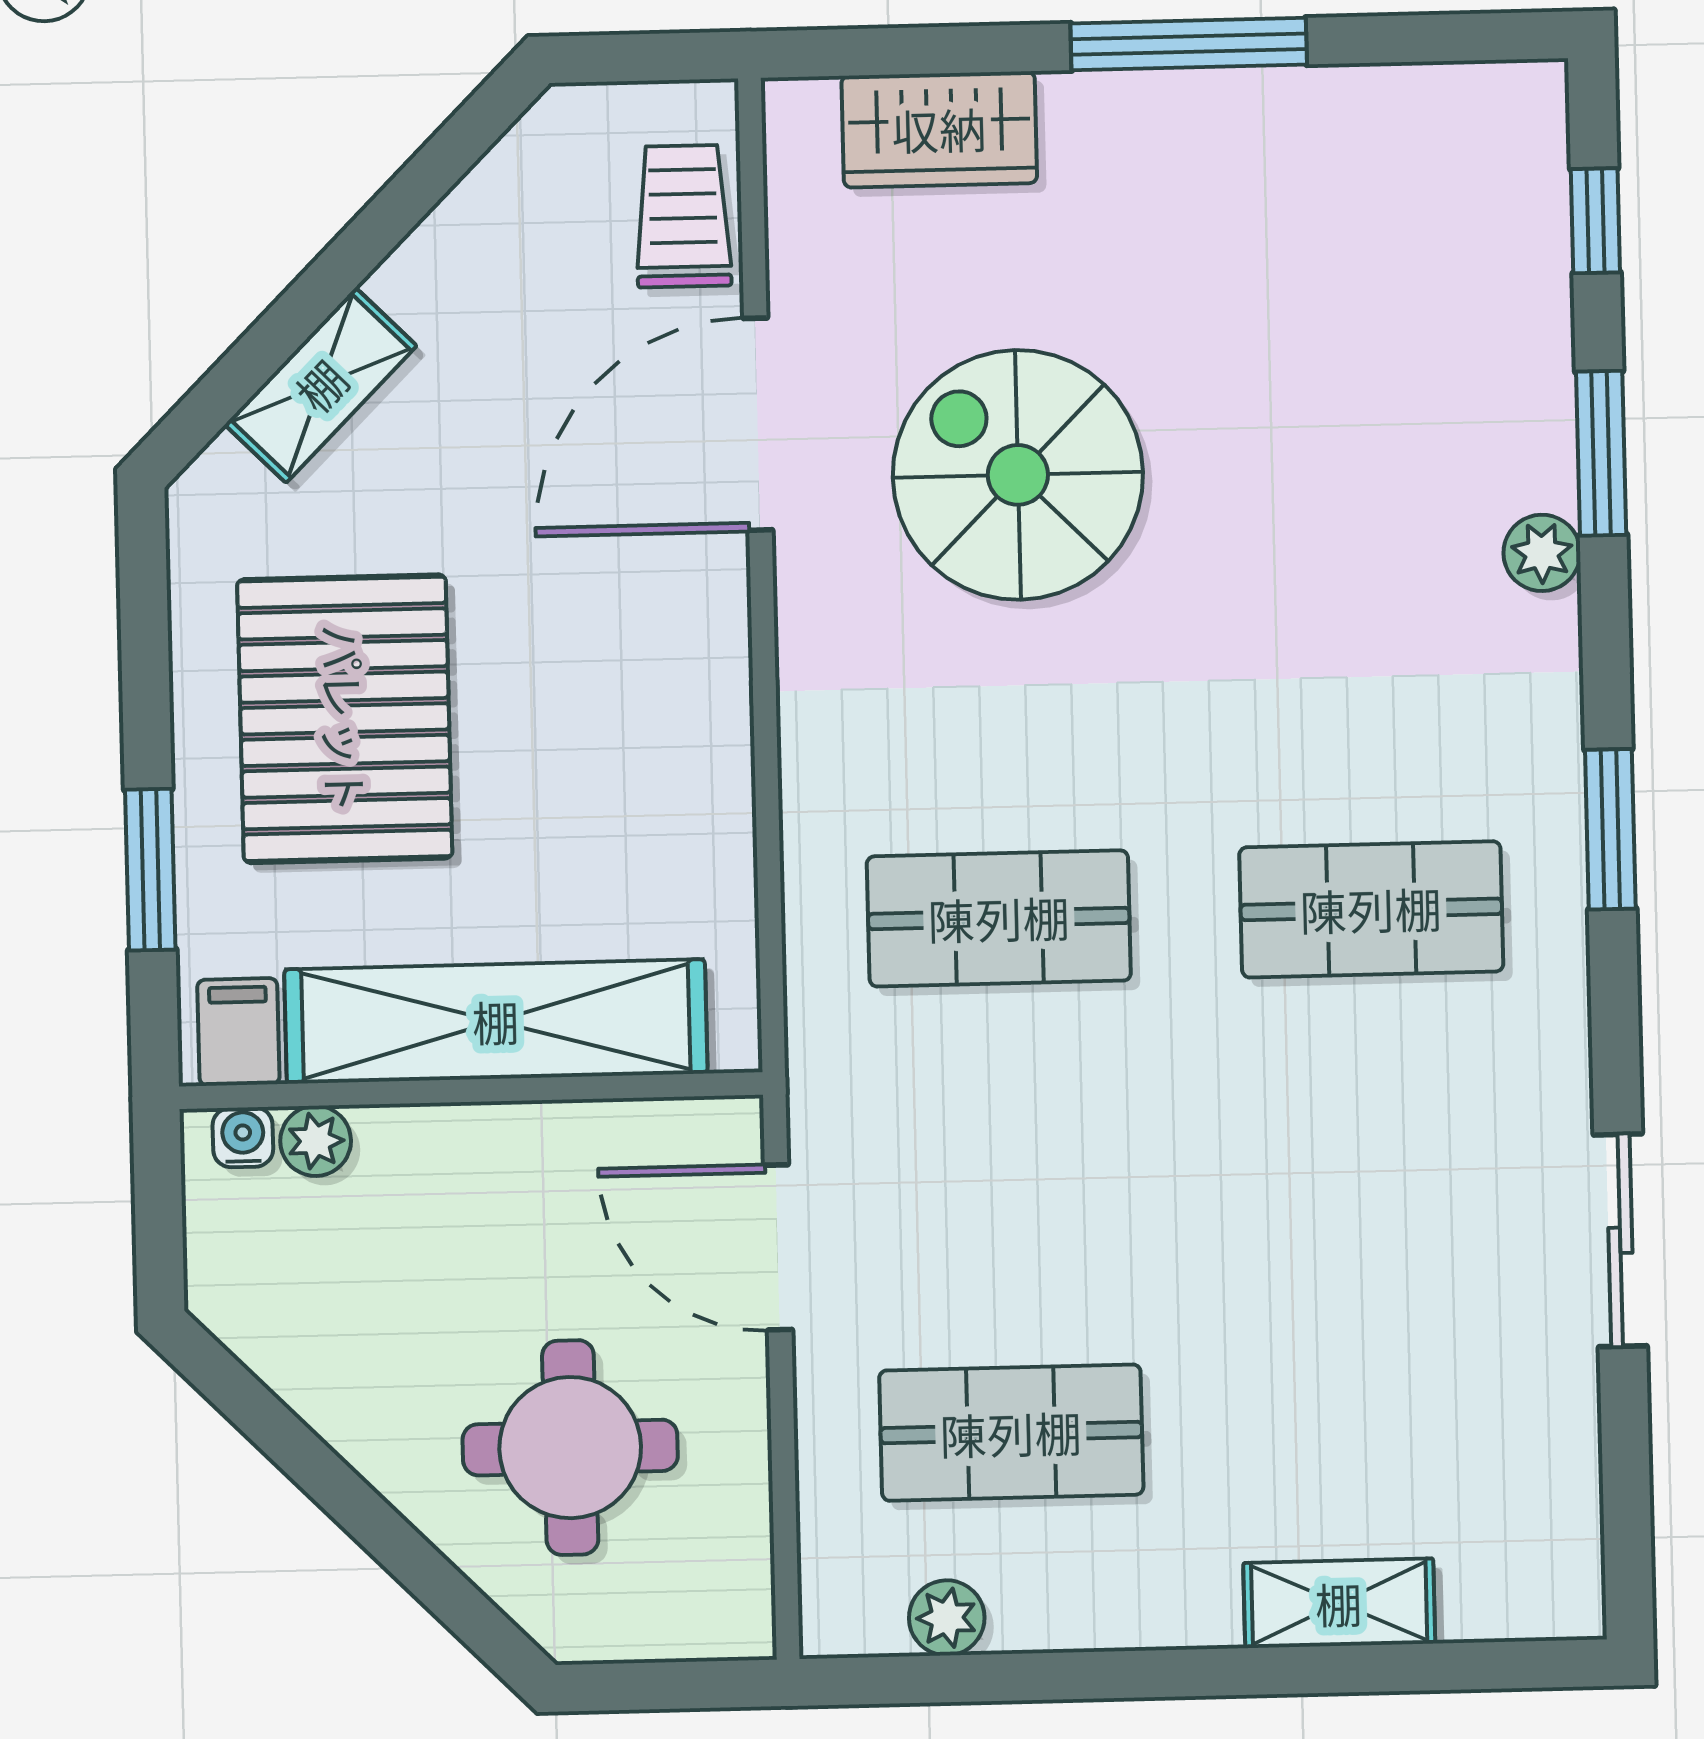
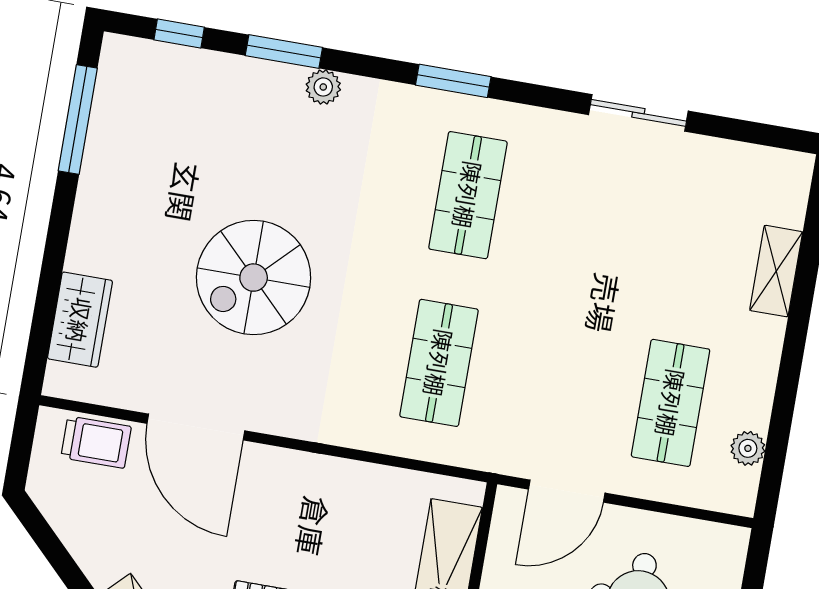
window: (1189, 44) -> (78, 119), moved
trolley: (683, 216) -> (96, 442), turned 180
spiral stairs: (1018, 475) -> (254, 278), moved

